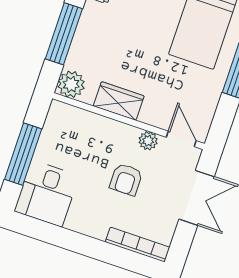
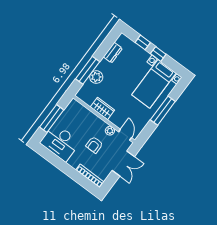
plant: (71, 84) -> (96, 77), moved
desk: (47, 193) -> (60, 142), width x1.37

